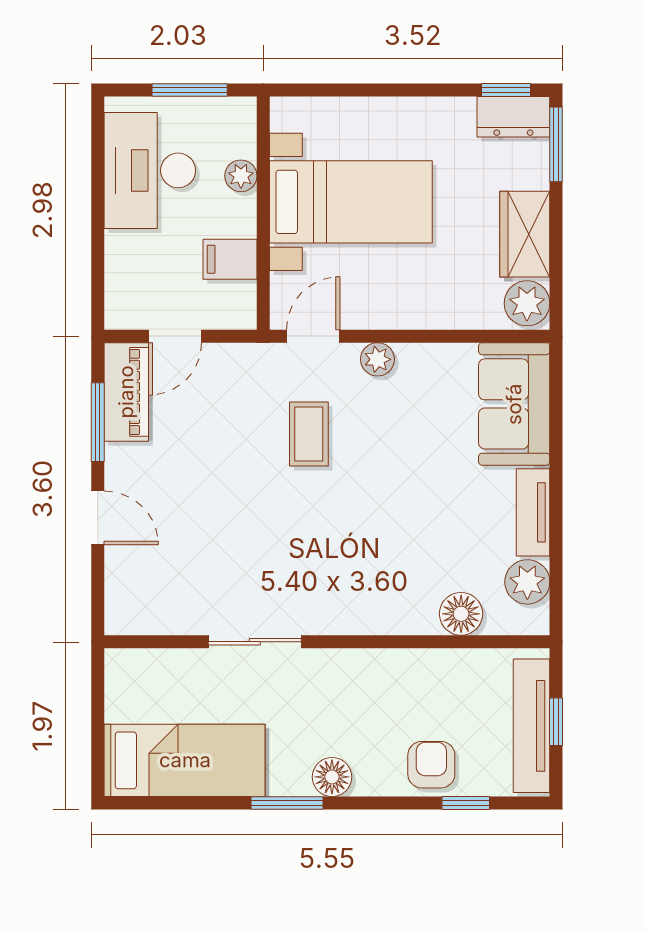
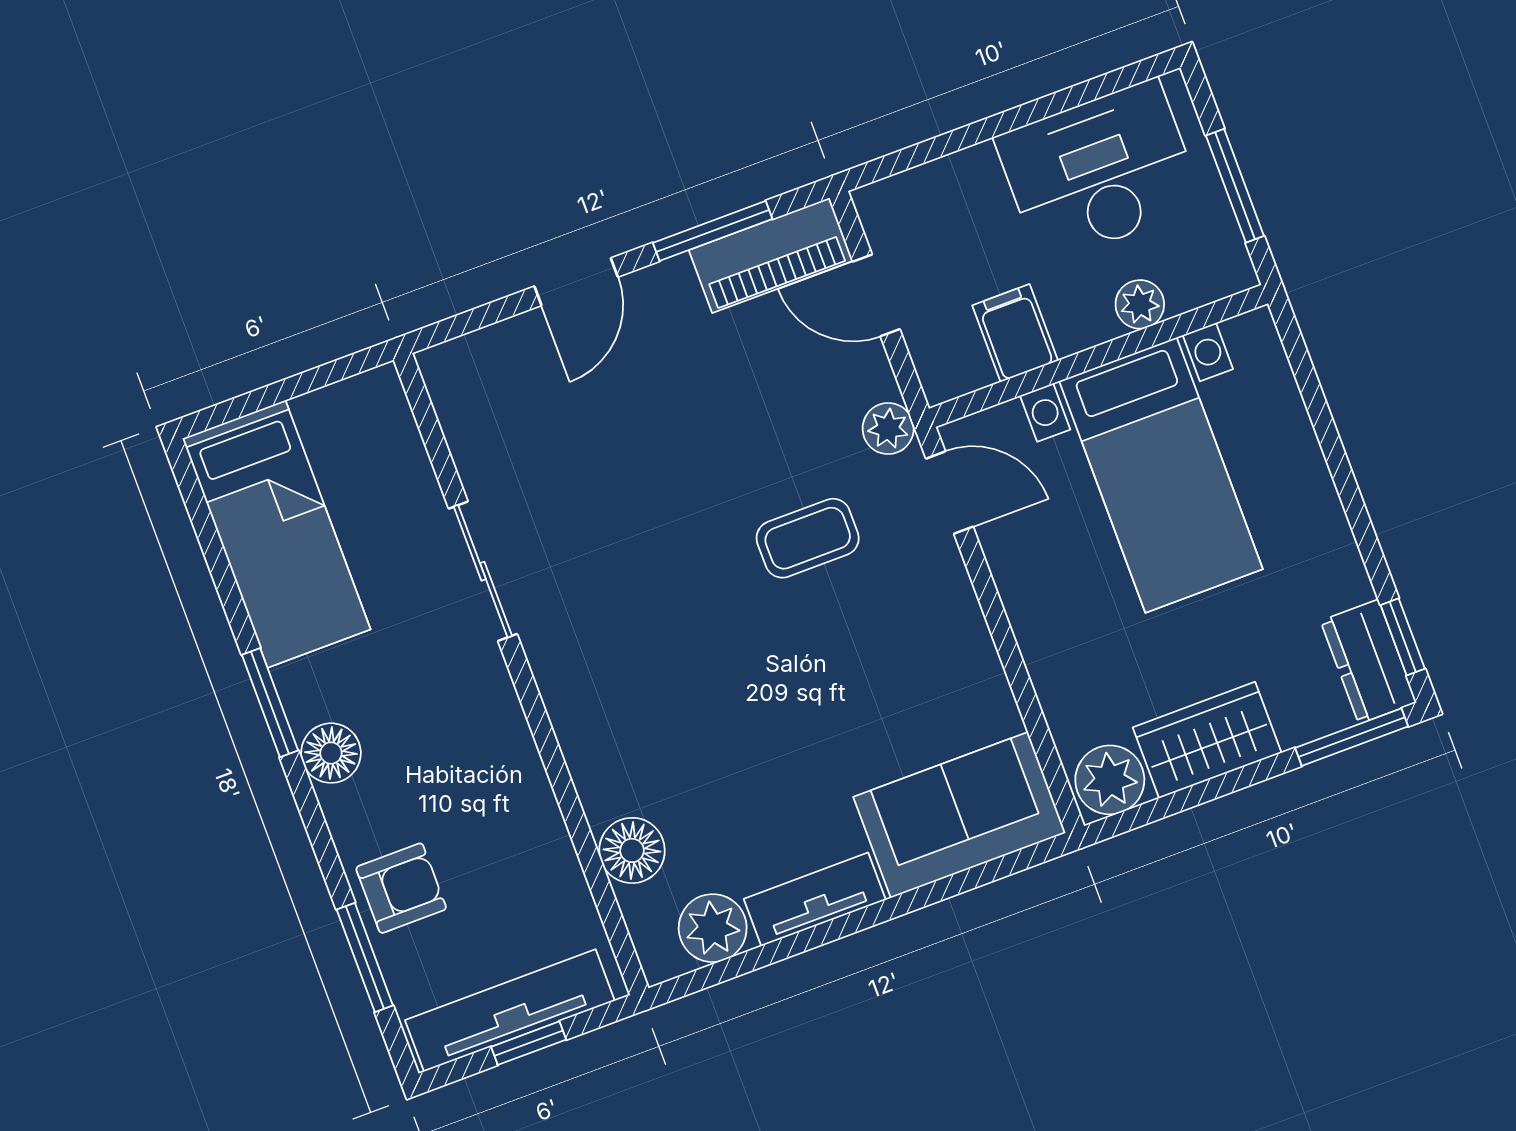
plant: (377, 359) -> (888, 429), moved
window: (466, 803) -> (365, 958), width x1.50

